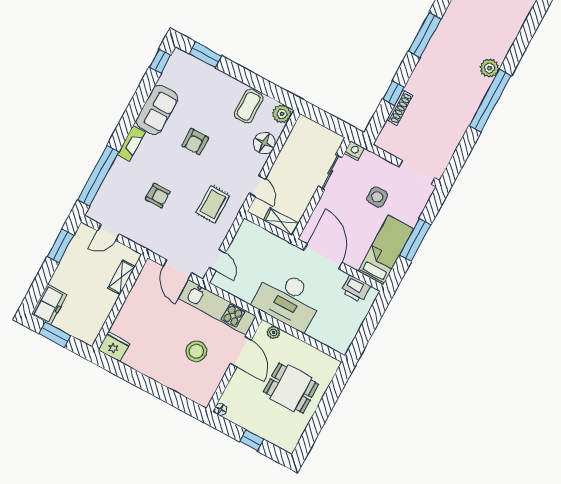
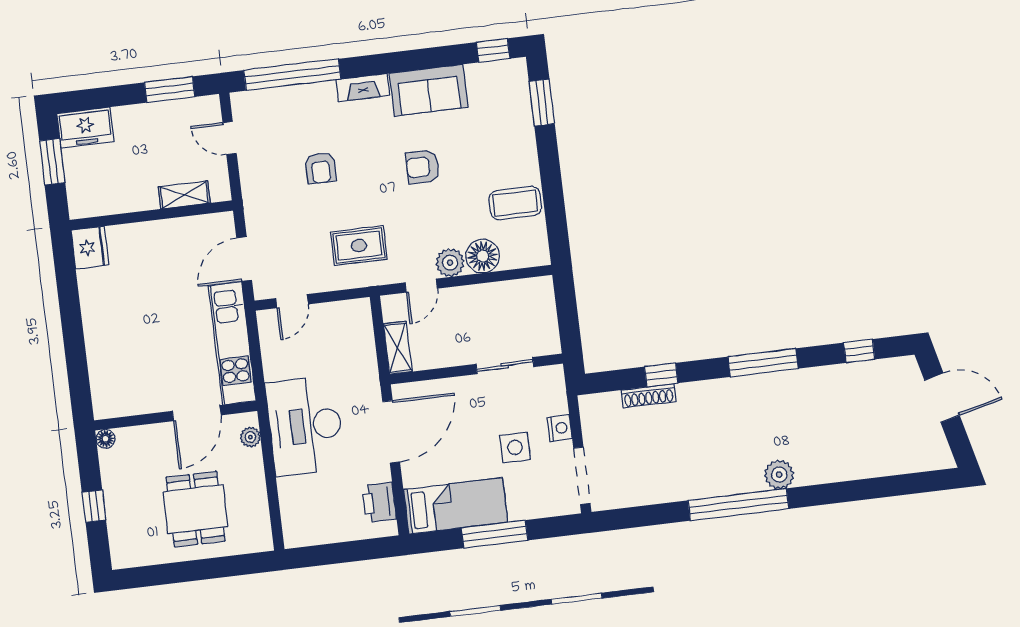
plant: (282, 114) -> (450, 263), moved
nightstand: (354, 151) -> (560, 428), moved
stool: (196, 351) -> (158, 356), removed

